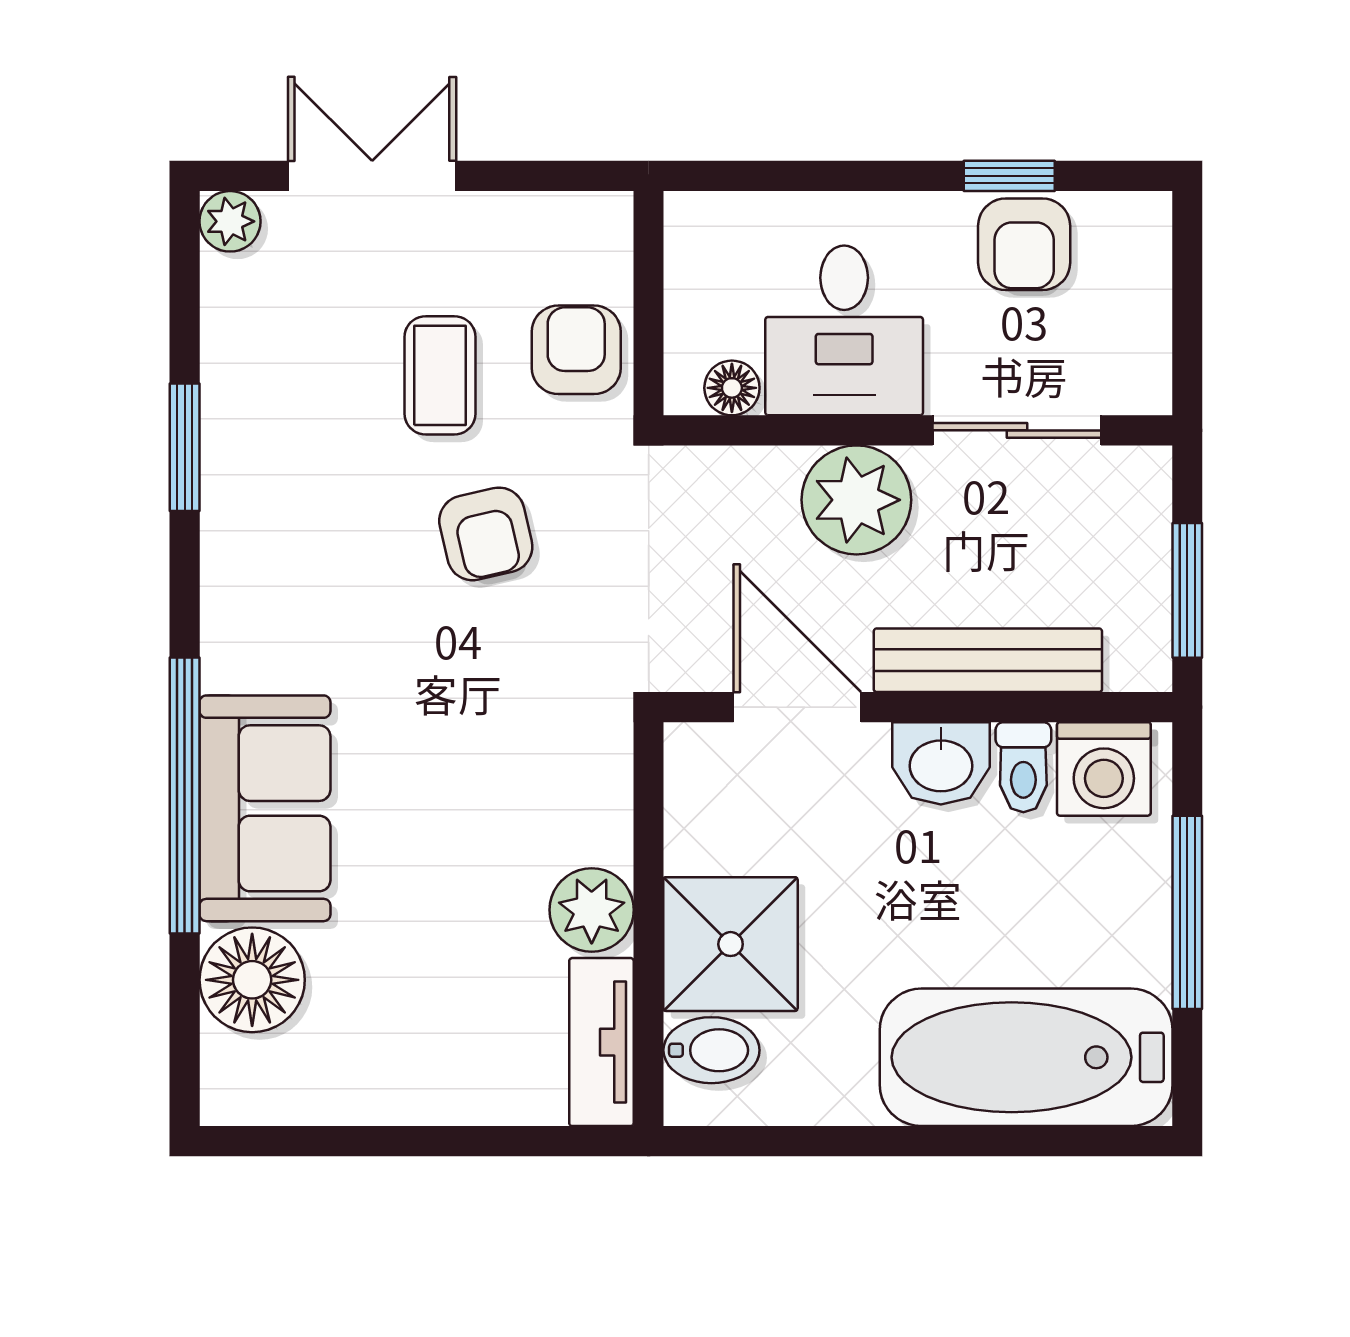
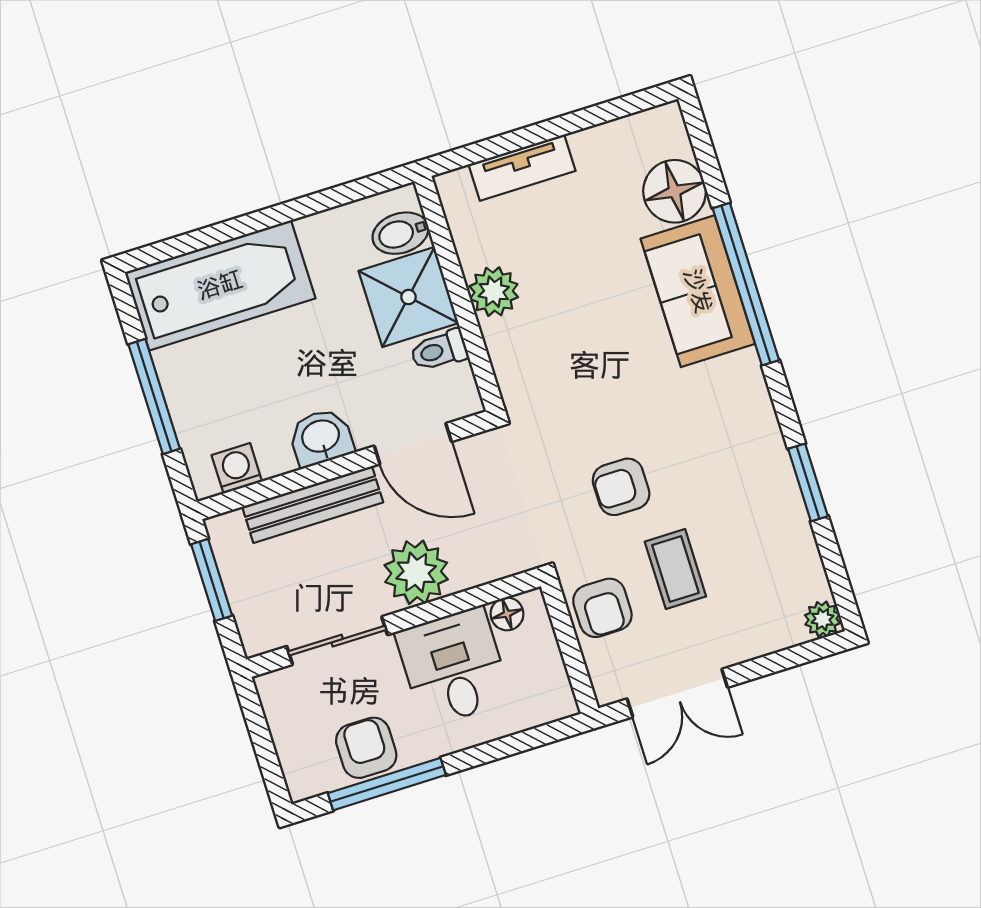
double door: (372, 176) -> (677, 693), moved
window: (1009, 176) -> (387, 784), width x2.17
armchair: (486, 534) -> (621, 487), turned -77
toilet: (1023, 767) -> (439, 350), moved, turned -90
washing machine: (1104, 769) -> (237, 468), width x0.73, depth x0.73
tv unit: (601, 1042) -> (522, 168), moved, turned 90

